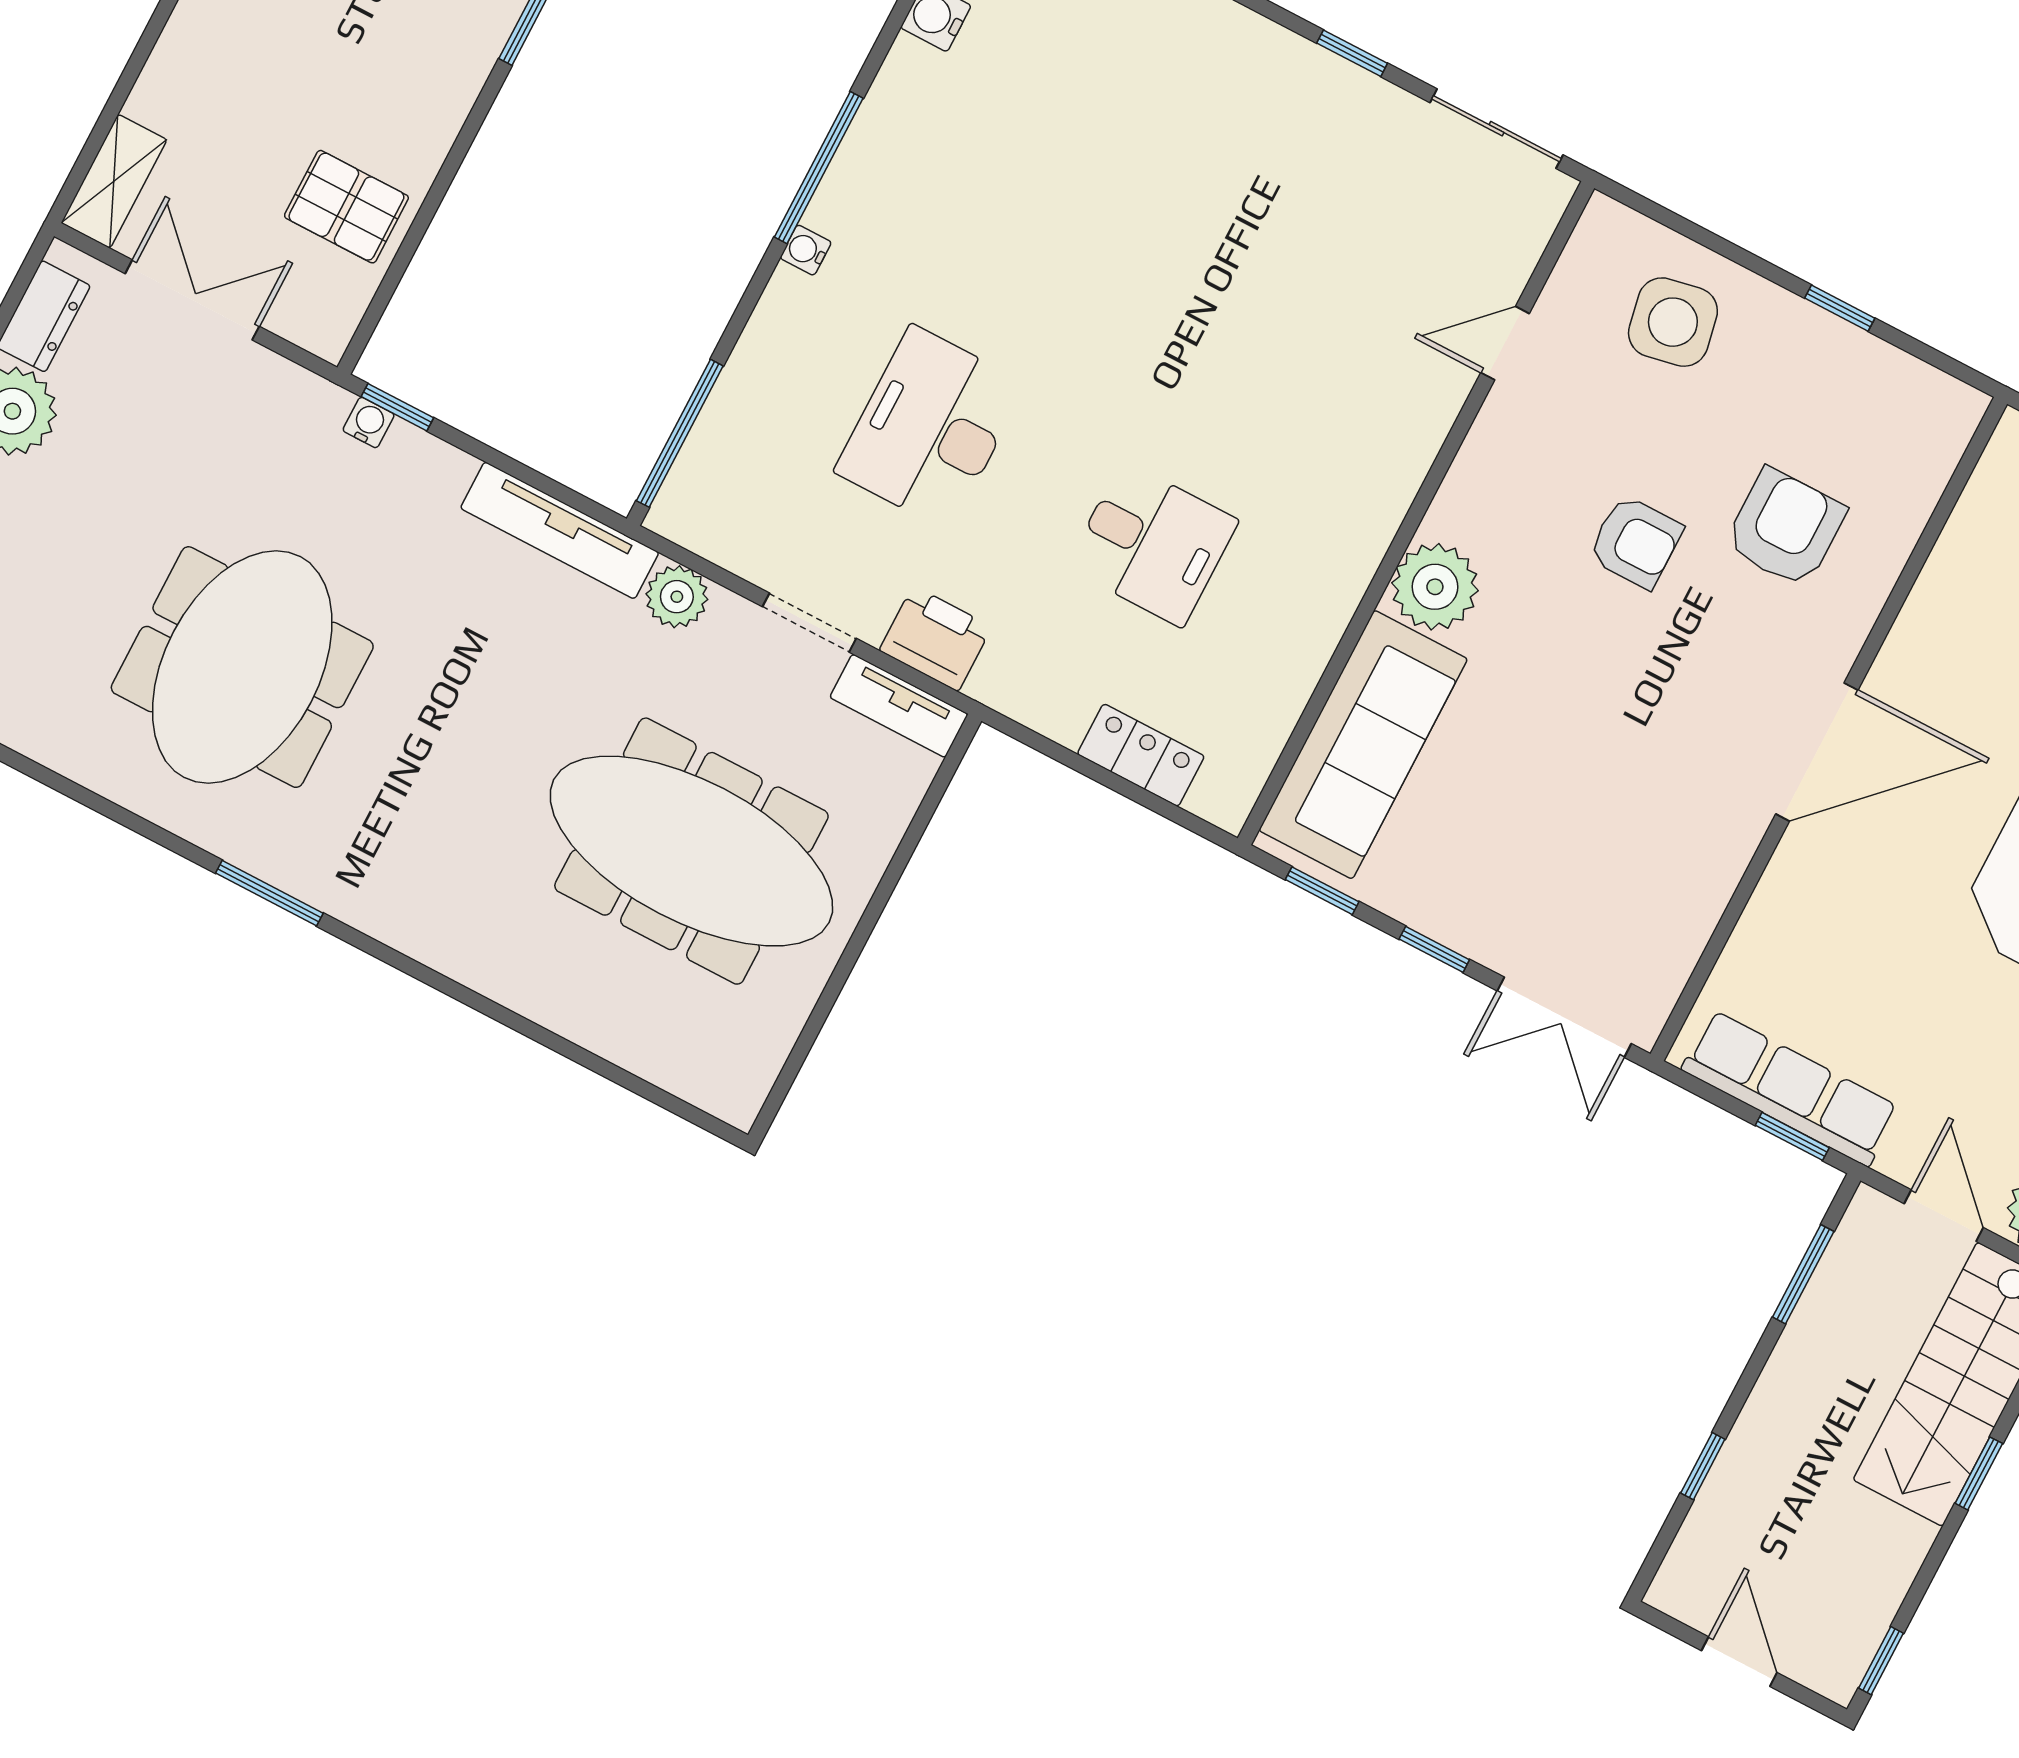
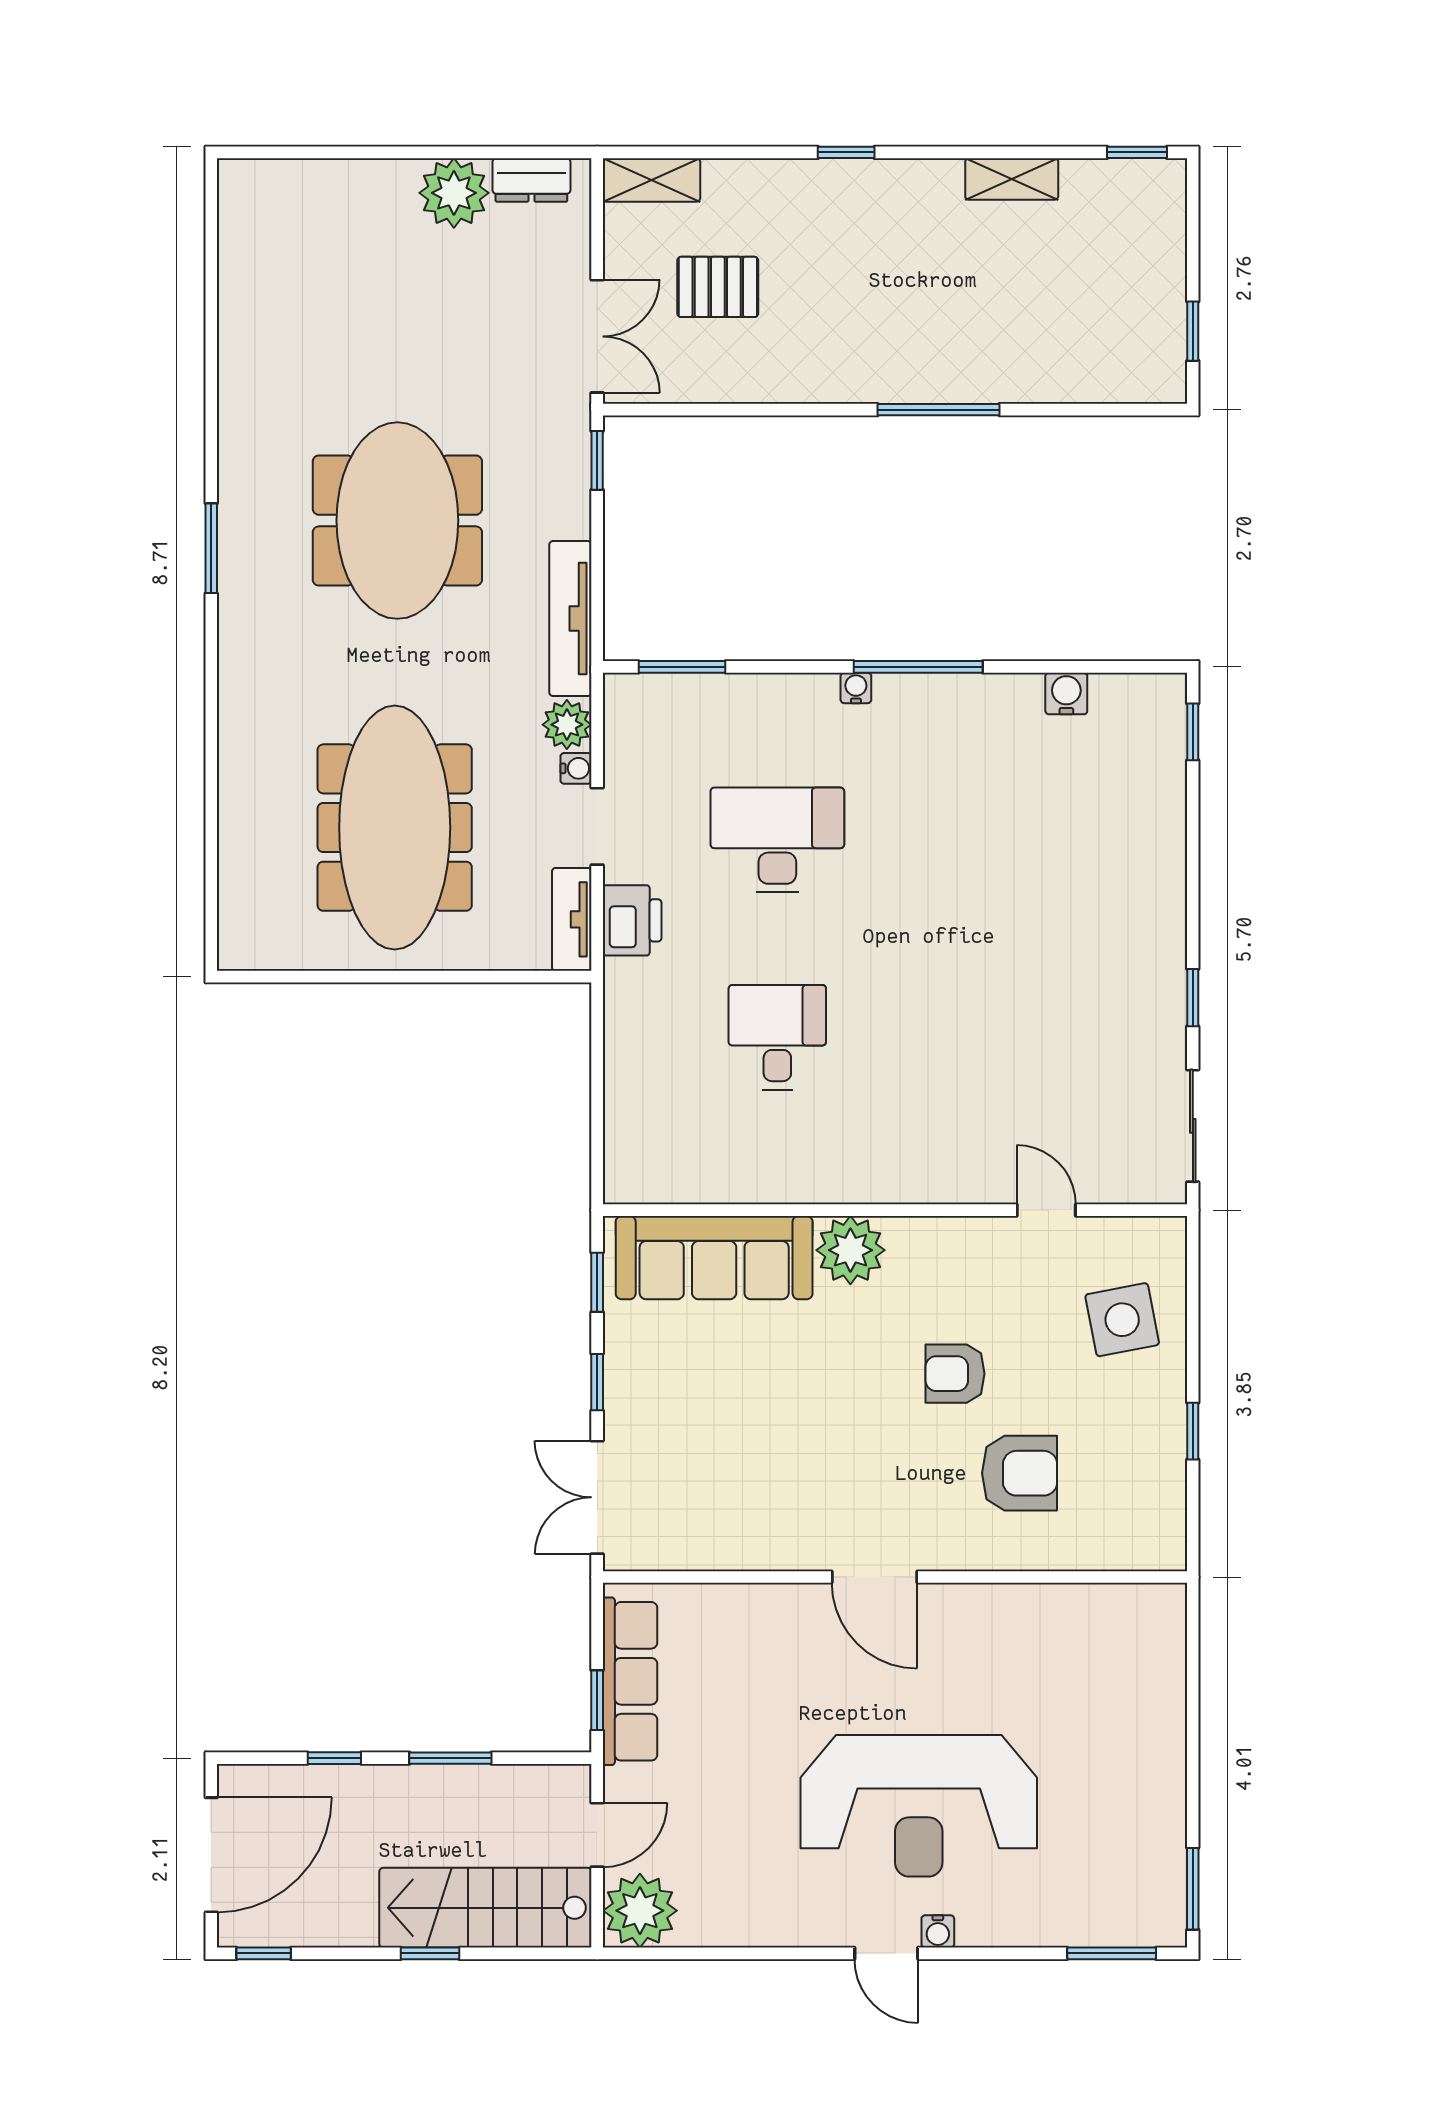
pallet: (346, 207) -> (718, 287), moved, turned 90
double door: (192, 300) -> (597, 336), moved
water cooler: (369, 422) -> (576, 768), moved
window: (680, 433) -> (682, 667), width x0.69
armchair: (1635, 542) -> (955, 1374), turned 90
desk: (1152, 544) -> (777, 1037), turned 180
meeting table: (242, 667) -> (397, 521), moved, turned 90
door: (1817, 752) -> (875, 1577), width x0.73
locker: (1141, 755) -> (626, 1106), removed
window: (1803, 1274) -> (450, 1758), moved
door: (1739, 1662) -> (211, 1855), width x1.88

